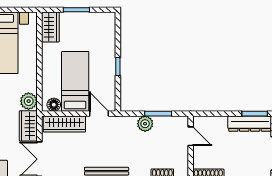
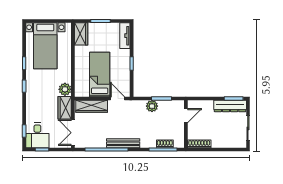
tv unit: (109, 29) -> (125, 36), added
floor lamp: (54, 105) -> (84, 92), removed
door: (191, 136) -> (186, 116), hinge flipped

